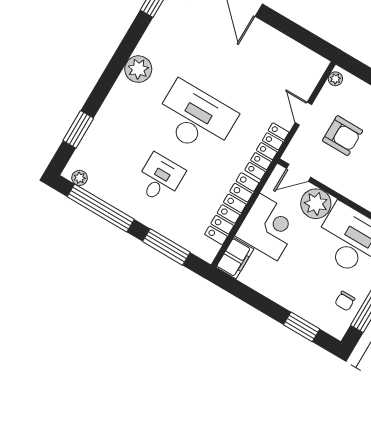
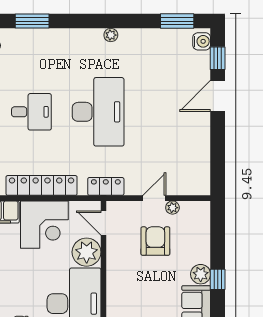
plant: (138, 69) -> (111, 35), width x0.53, depth x0.53
plant: (335, 79) -> (172, 208), moved
armchair: (343, 136) -> (155, 241), turned 180
locker: (267, 151) -> (106, 186), width x0.66

